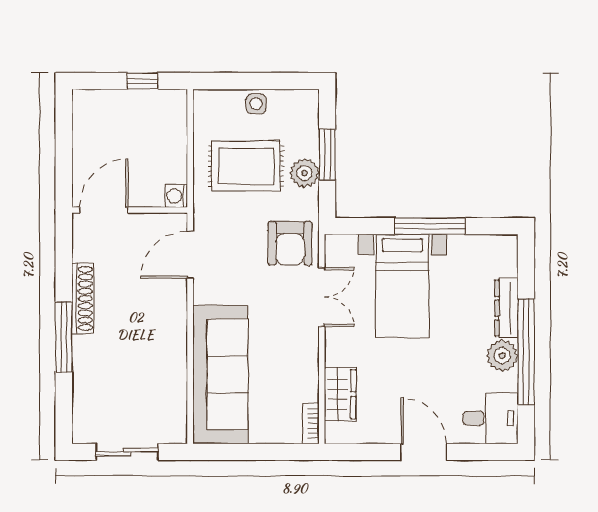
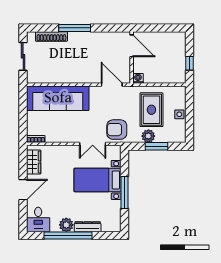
shoe rack: (83, 298) -> (51, 36), moved
wardrobe: (340, 394) -> (34, 162), moved, turned -90

